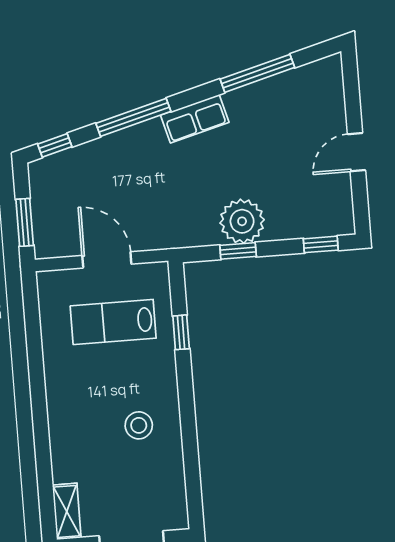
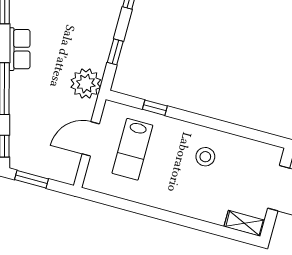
plant: (242, 221) -> (86, 84), moved
window: (25, 222) -> (32, 179), moved

